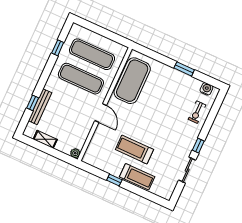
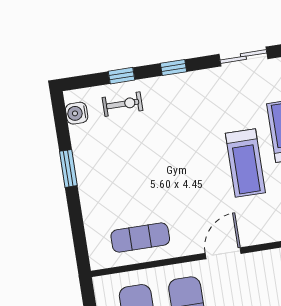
exercise mat: (132, 81) -> (140, 238), width x0.50, depth x0.69
window: (210, 120) -> (122, 76), added
sliding door: (187, 170) -> (243, 57), moved

